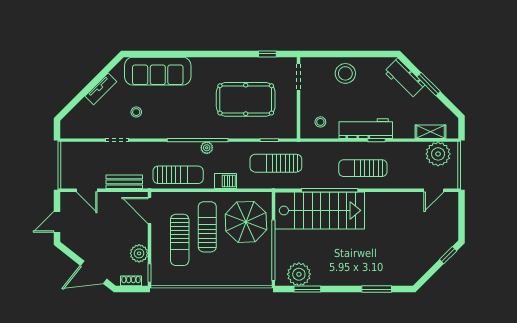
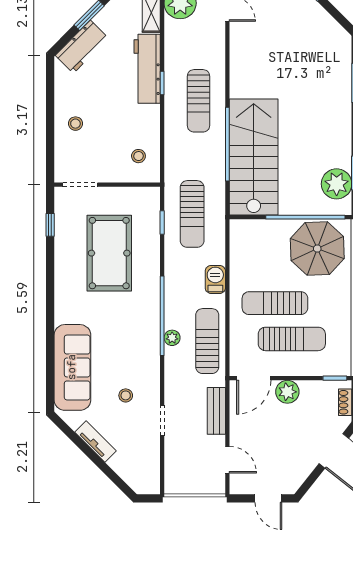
stool: (345, 73) -> (75, 124), width x0.53, depth x0.53
workbench: (366, 129) -> (147, 69), moved
plant: (207, 148) -> (172, 338), moved
door: (87, 190) -> (227, 460), hinge flipped
parasol: (246, 222) -> (317, 249), moved
plant: (139, 253) -> (287, 392), moved

